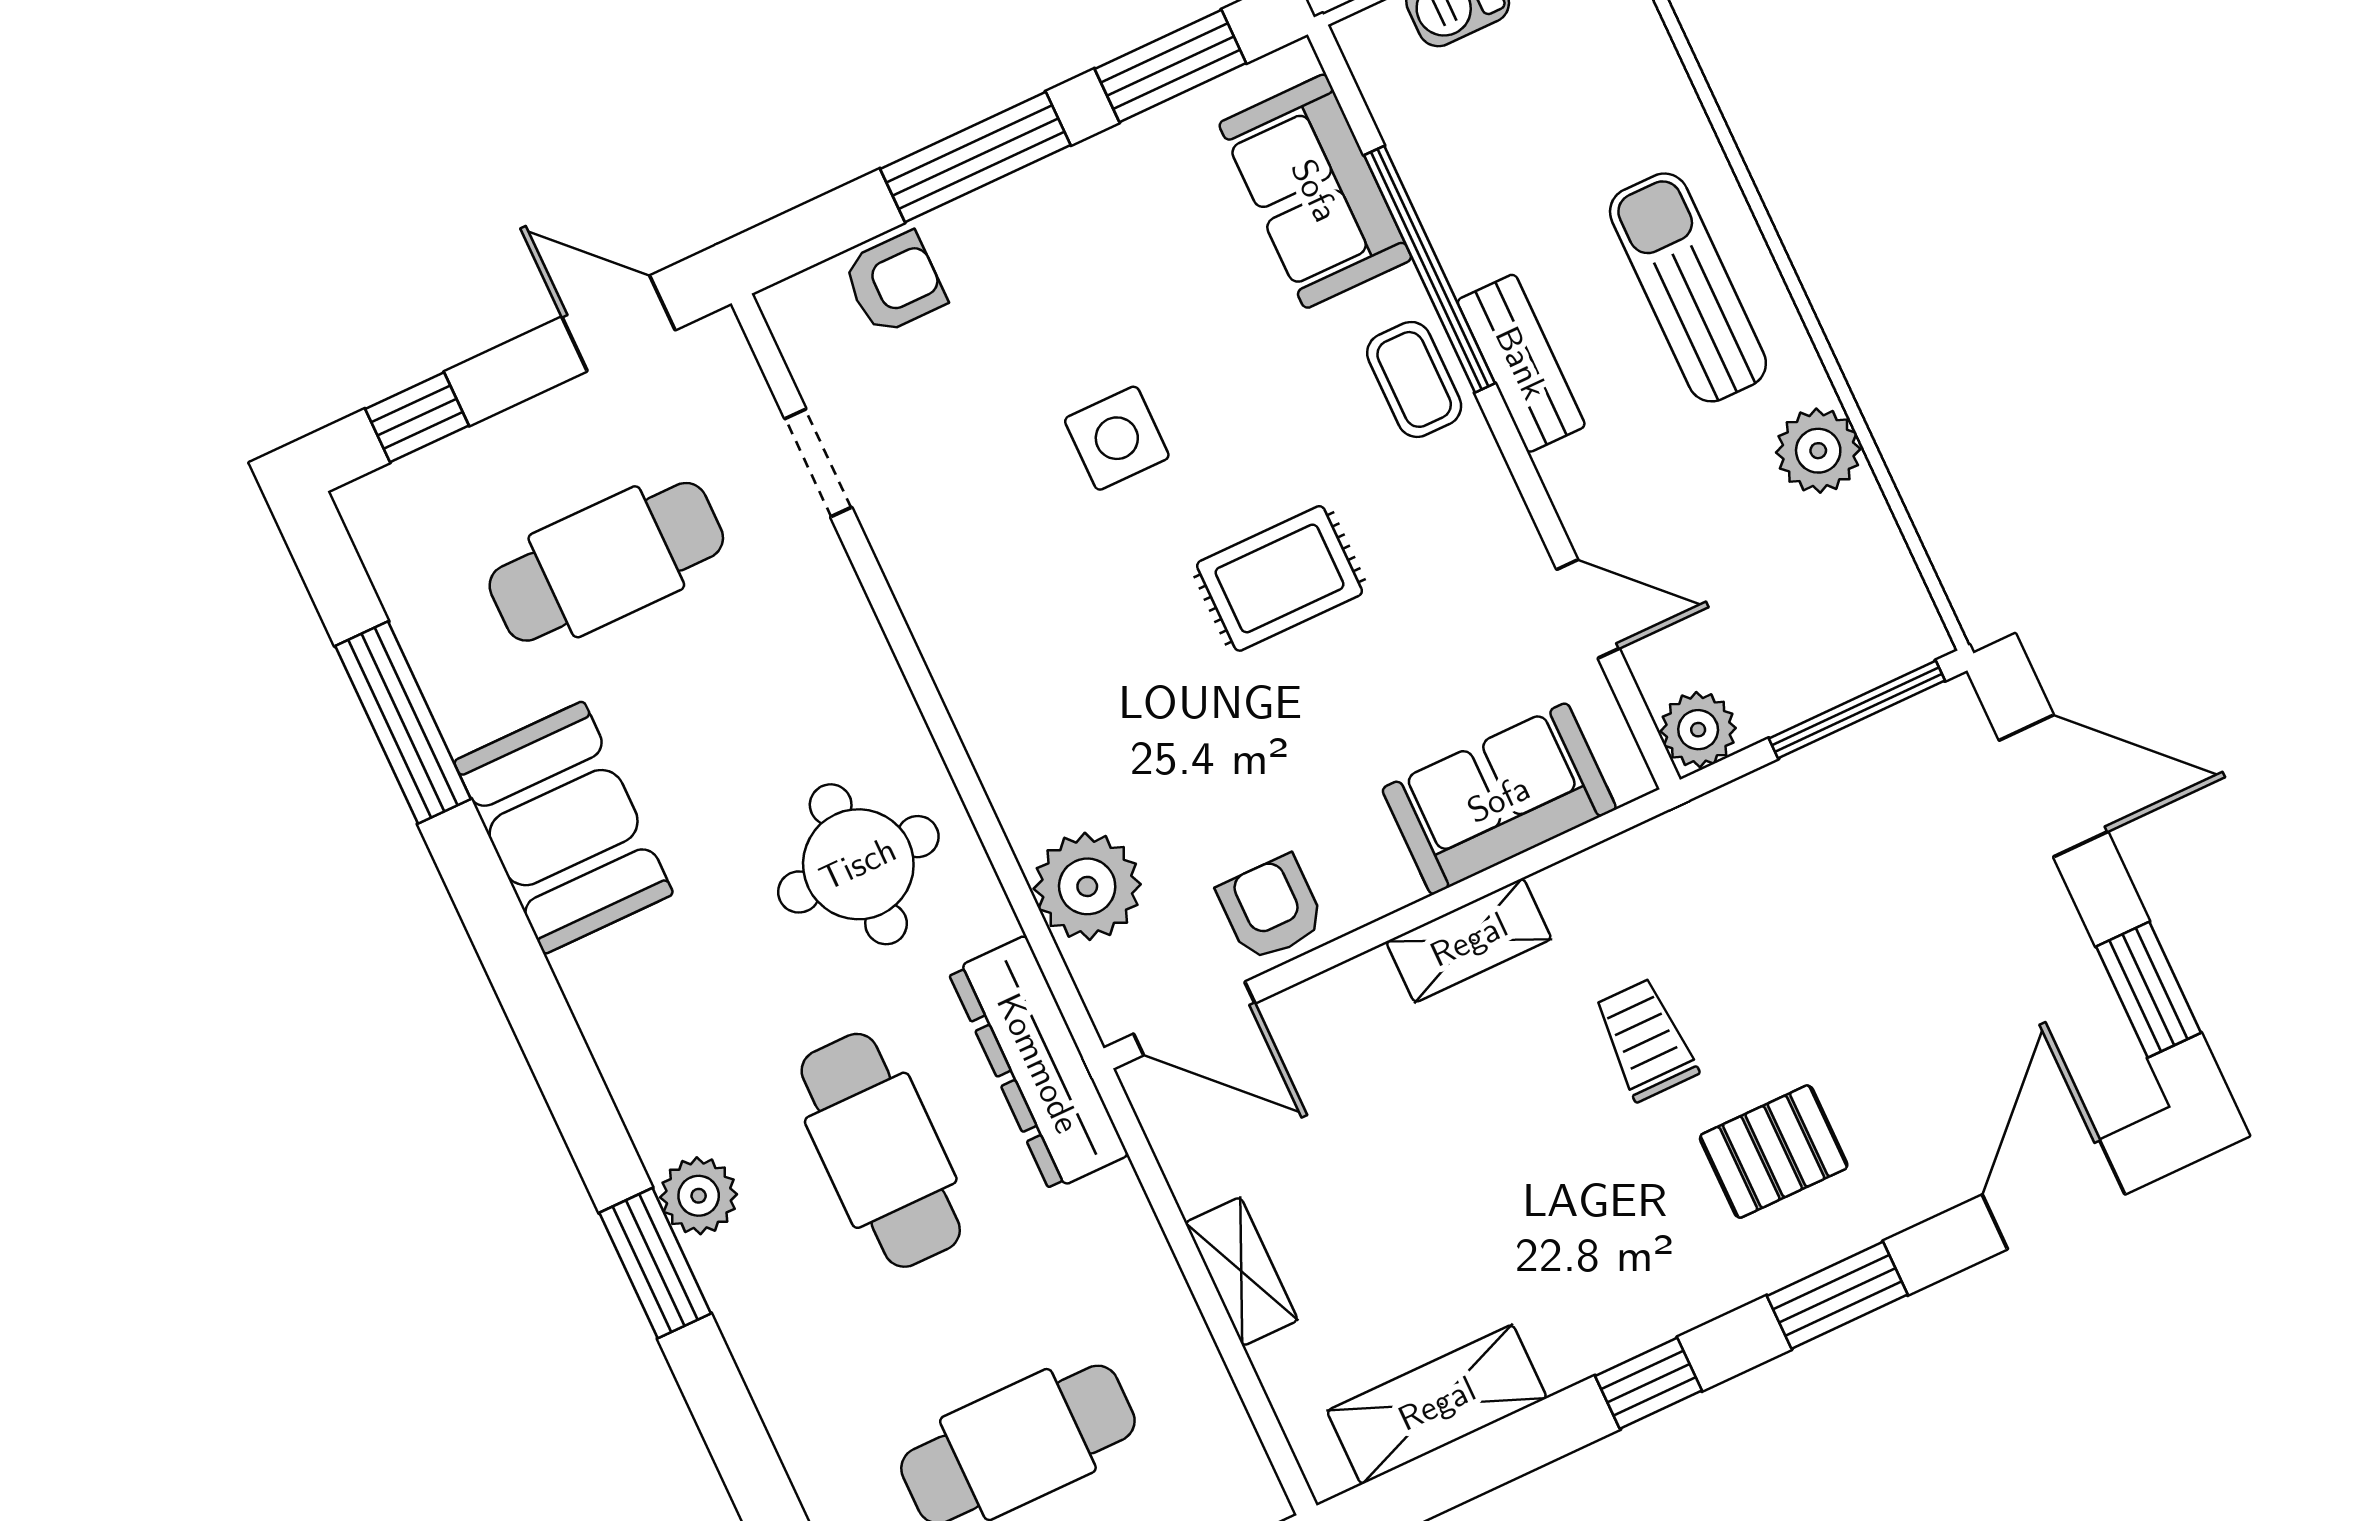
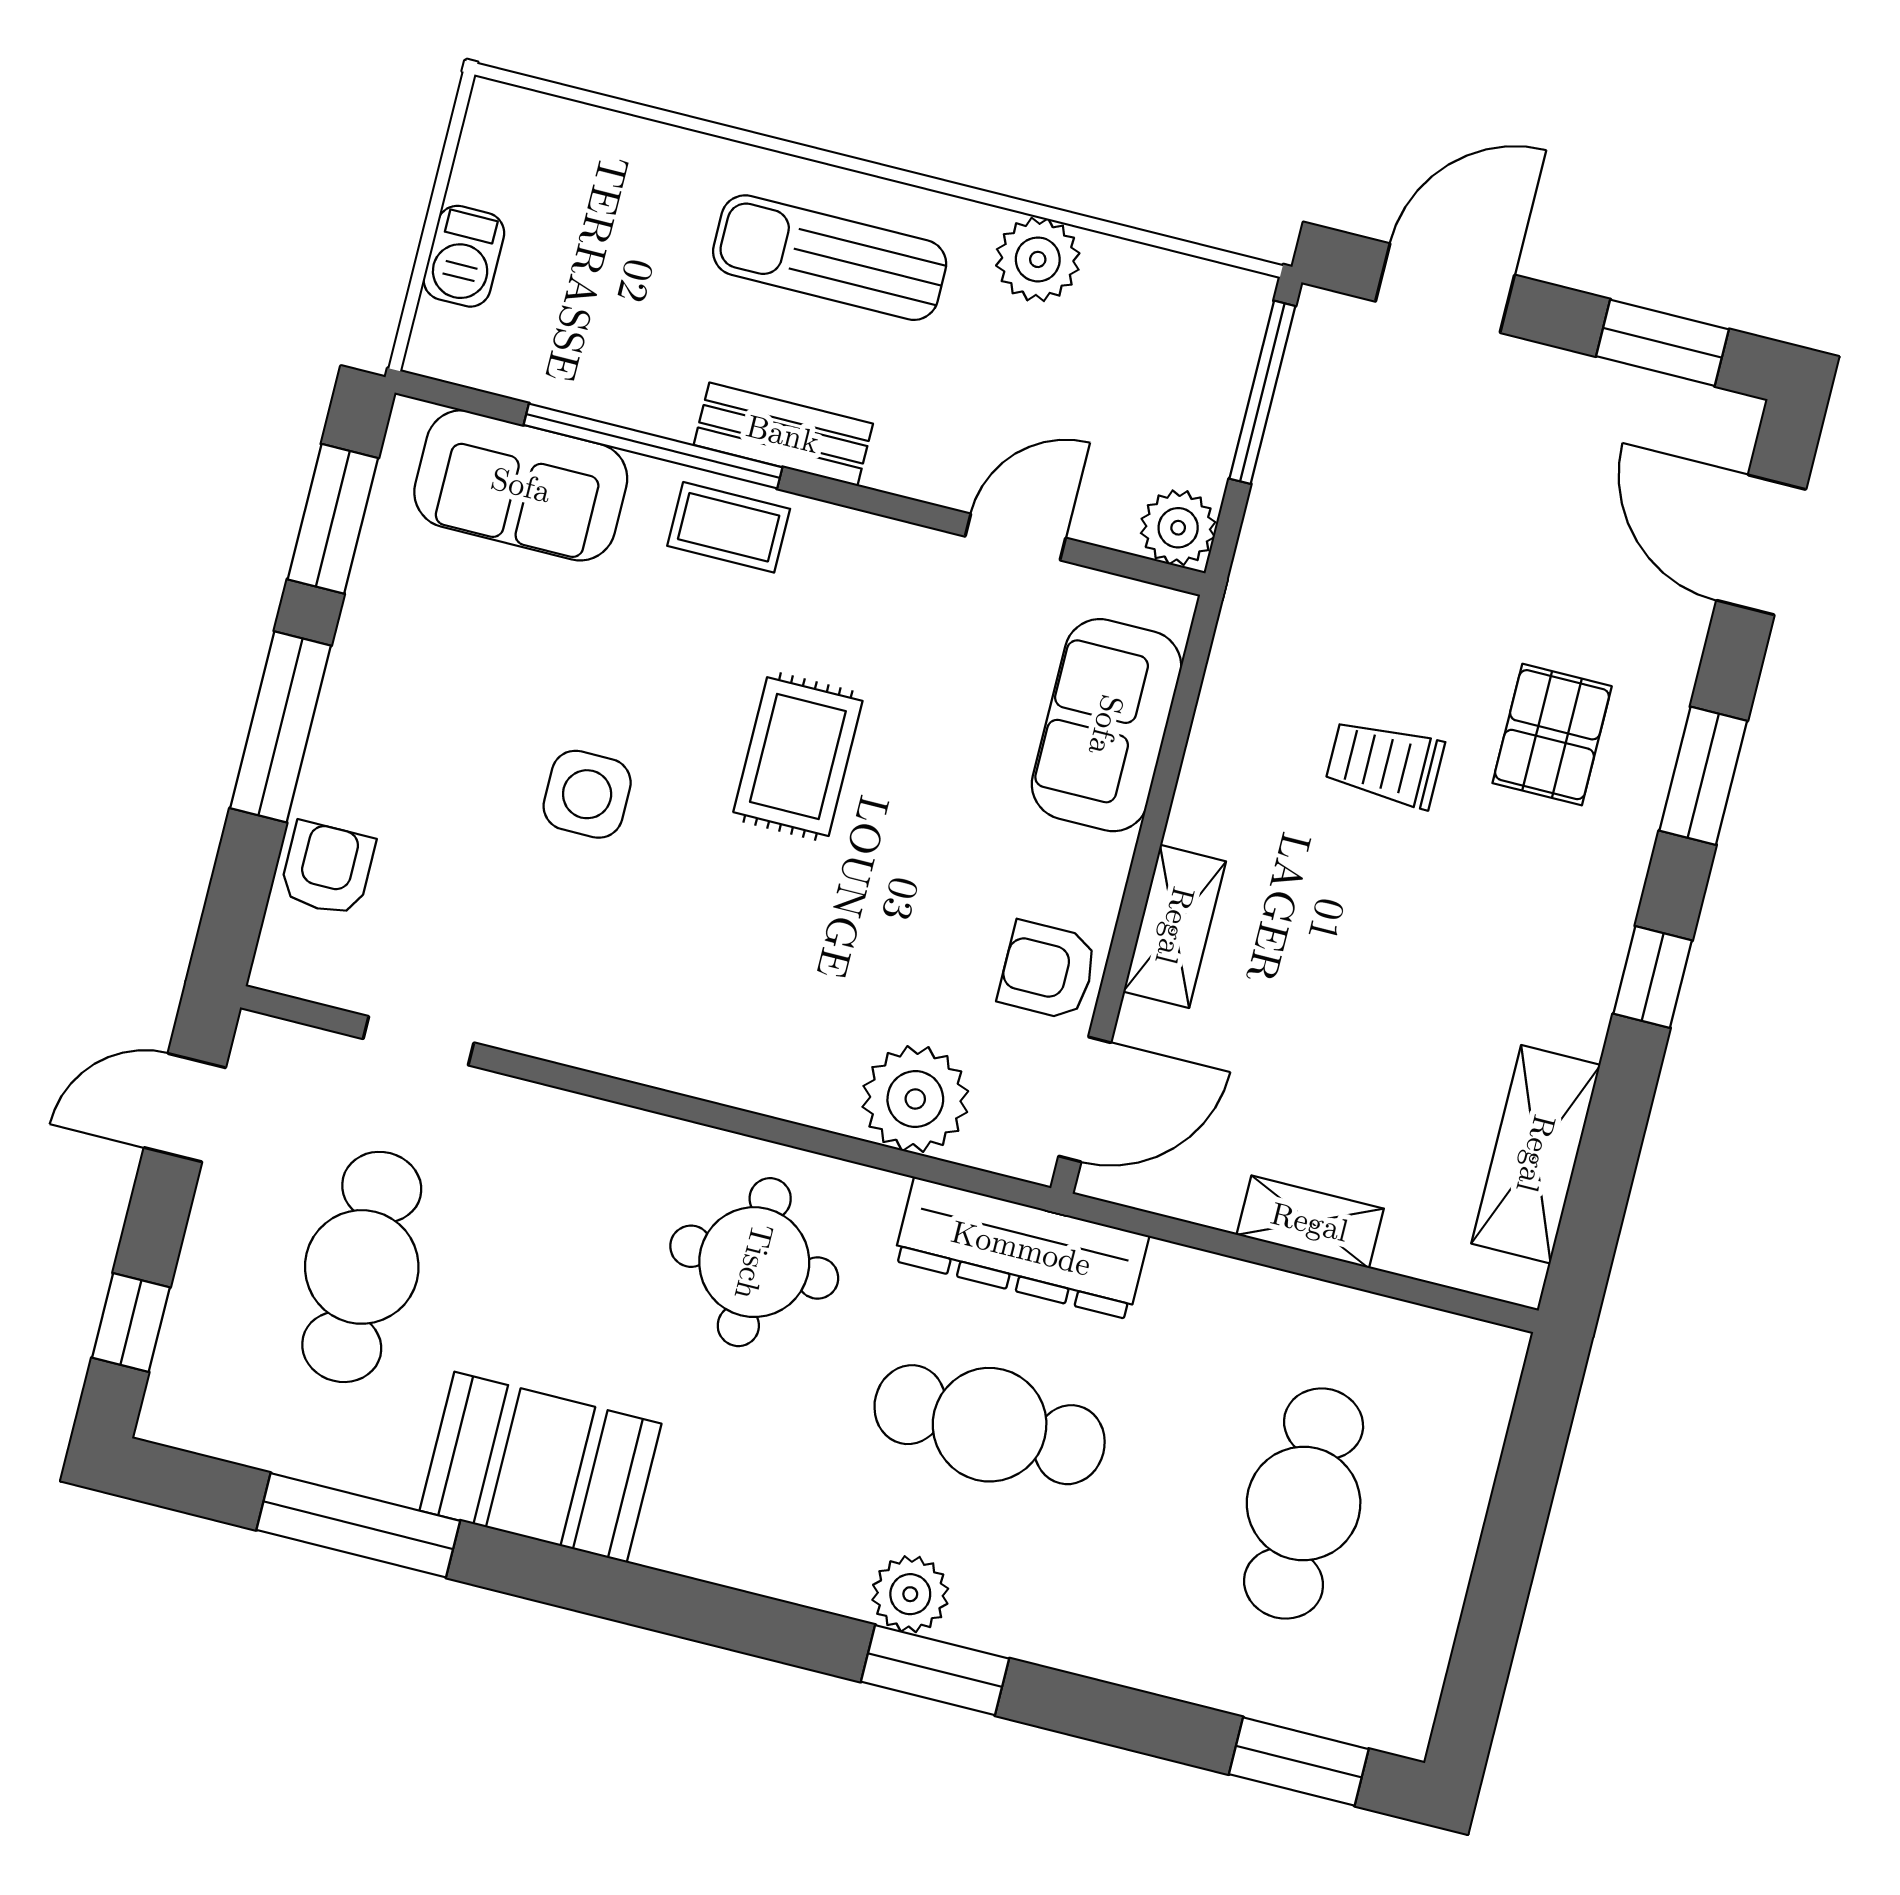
shelving: (1469, 940) -> (1175, 926), moved

